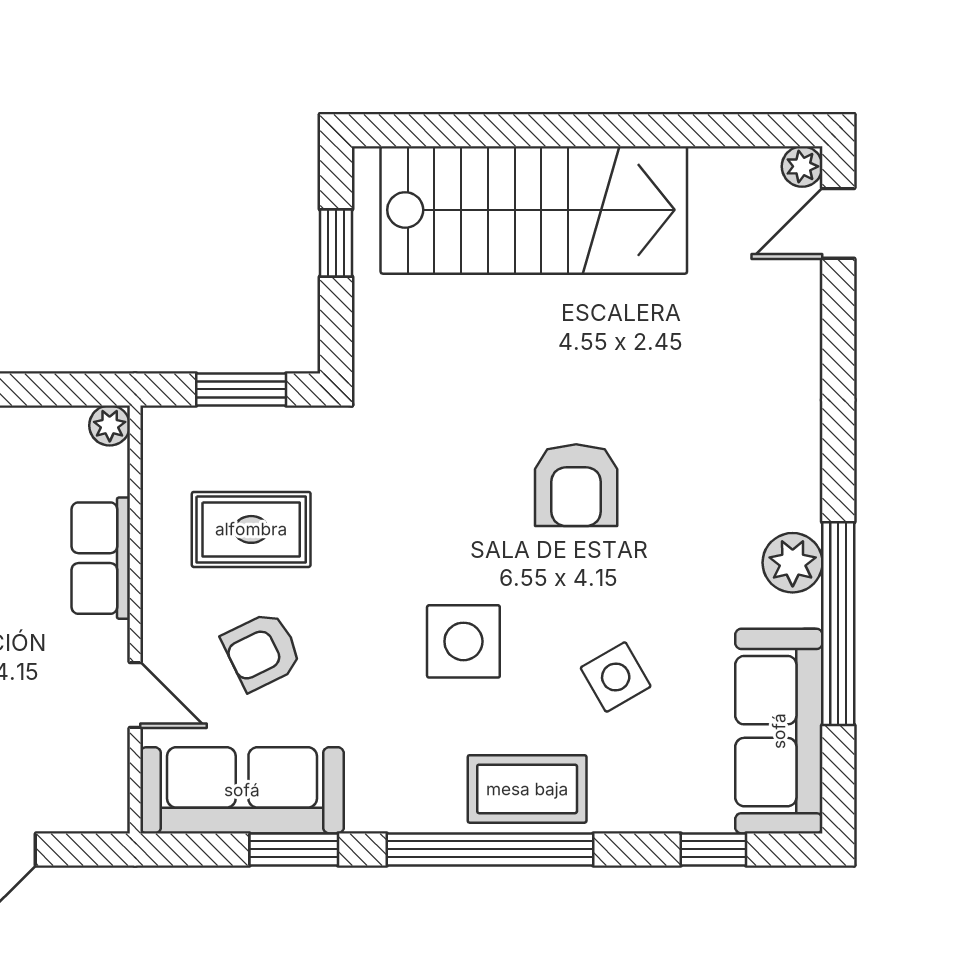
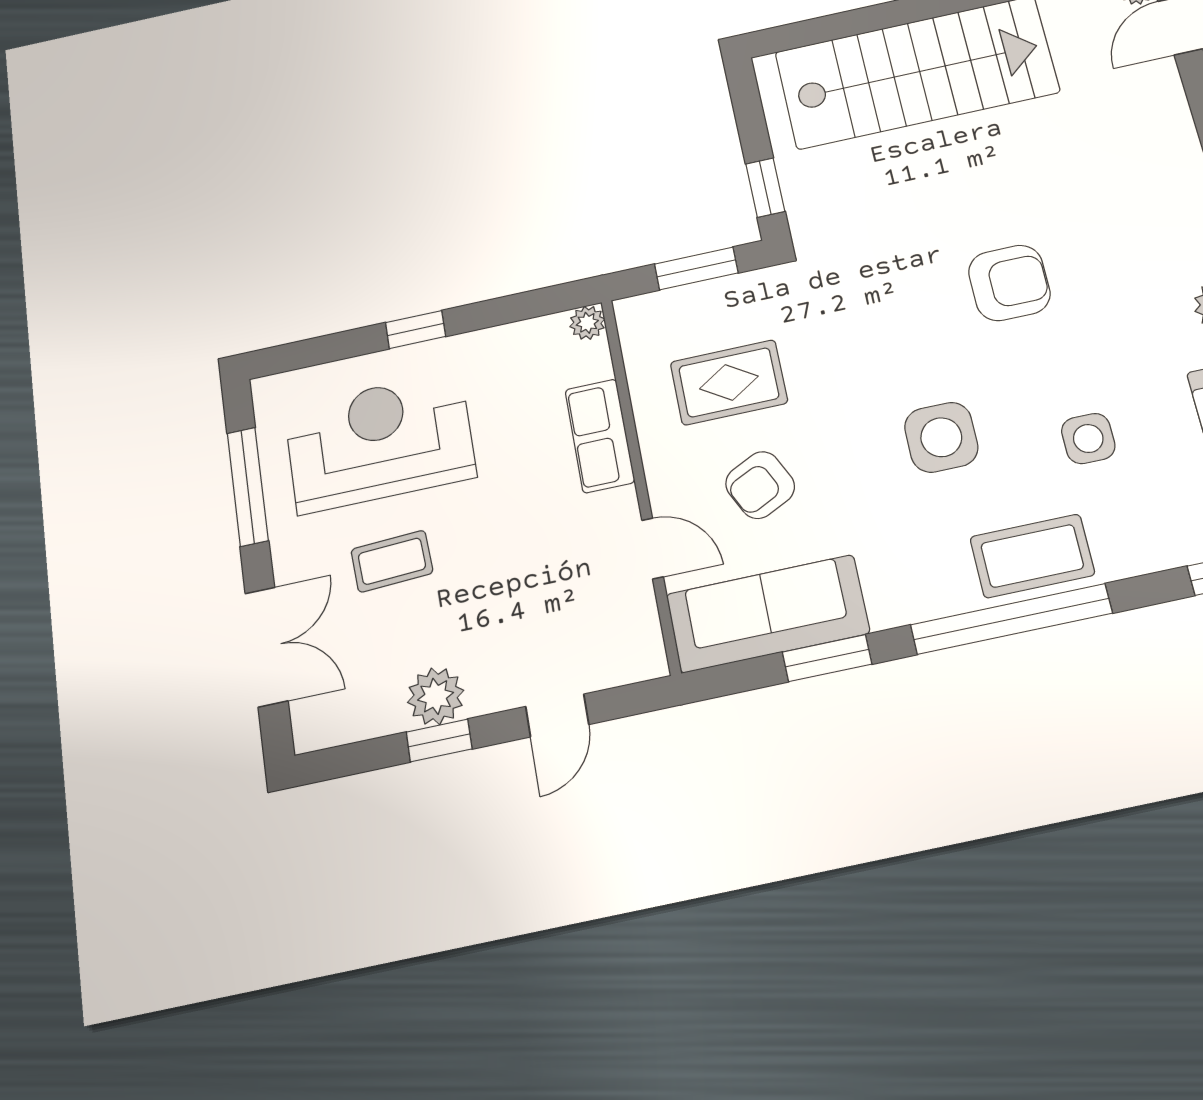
window: (336, 243) -> (765, 188), moved
armchair: (576, 485) -> (1009, 283), turned -90
side table: (616, 677) -> (1088, 439), turned 30

